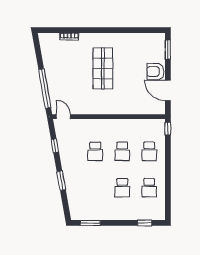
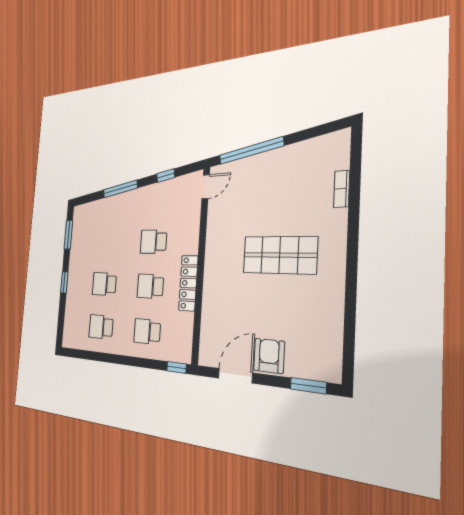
locker: (119, 124) -> (188, 283), added
window: (61, 181) -> (120, 189), width x1.44
window: (145, 223) -> (64, 282), moved

